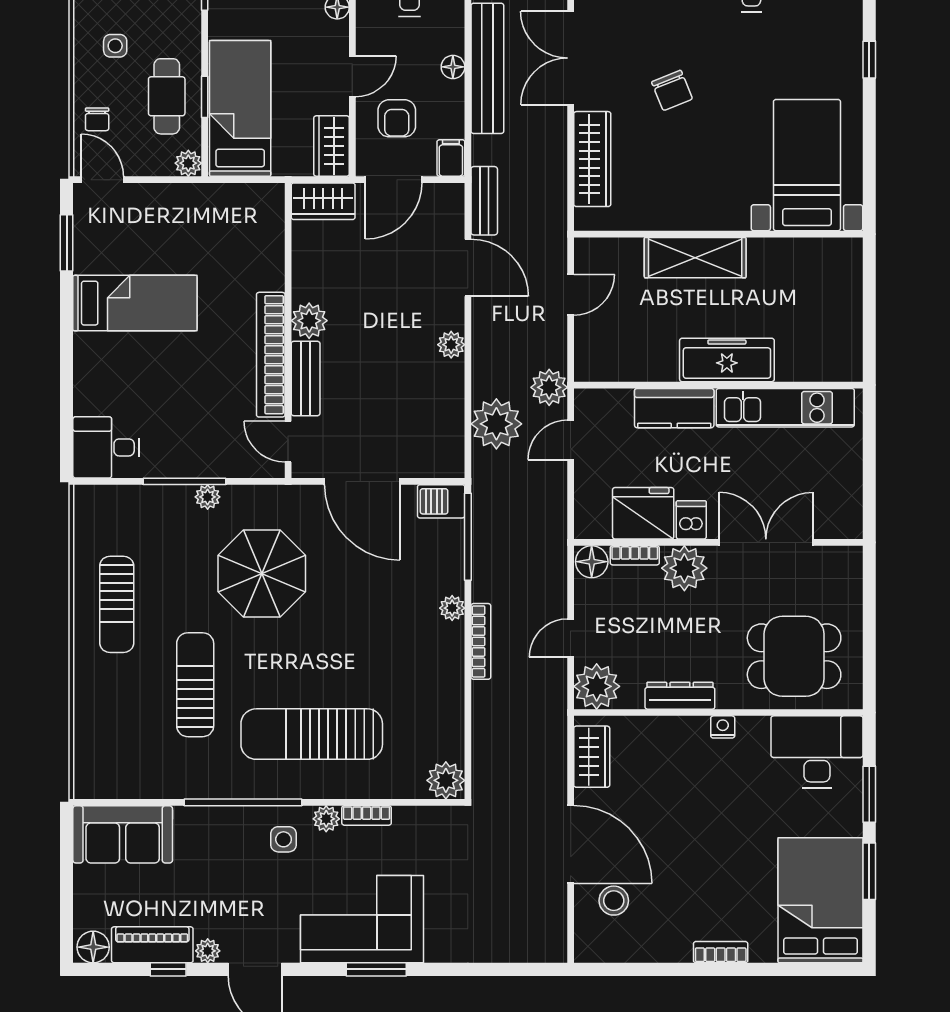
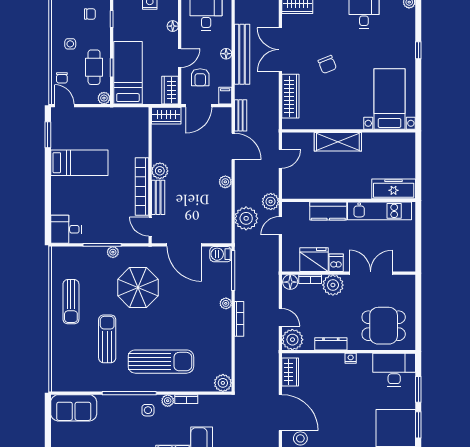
freezer: (727, 360) -> (394, 189), moved
door: (571, 638) -> (280, 317), swing flipped
sun lounger: (312, 734) -> (161, 362), turned 180

